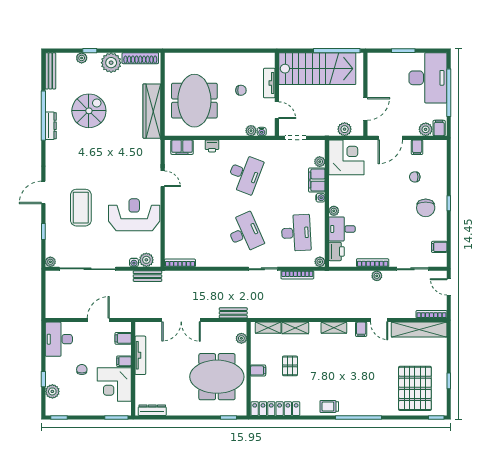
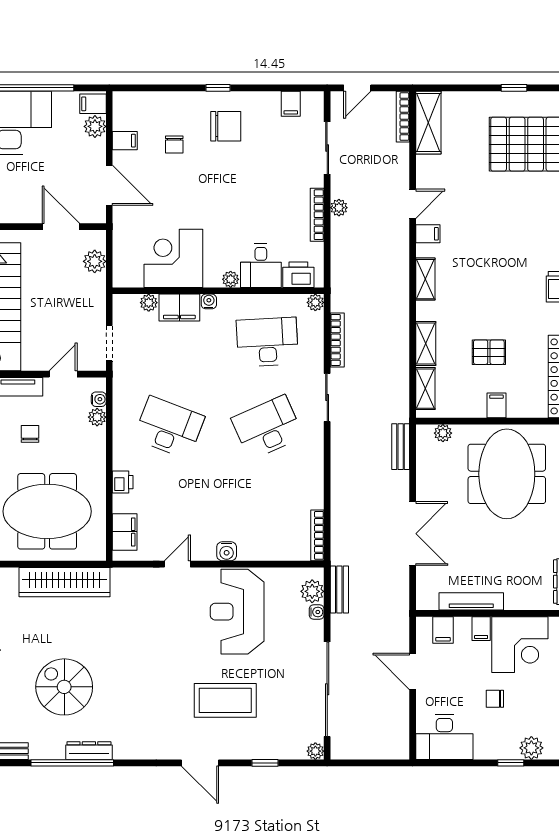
corner desk: (346, 157) -> (173, 258), moved
water cooler: (170, 208) -> (227, 551), added
shelving: (419, 330) -> (428, 123), width x0.68

